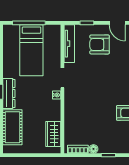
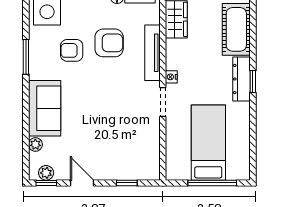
tv unit: (69, 44) -> (153, 53), moved
armchair: (100, 44) -> (109, 43), moved

